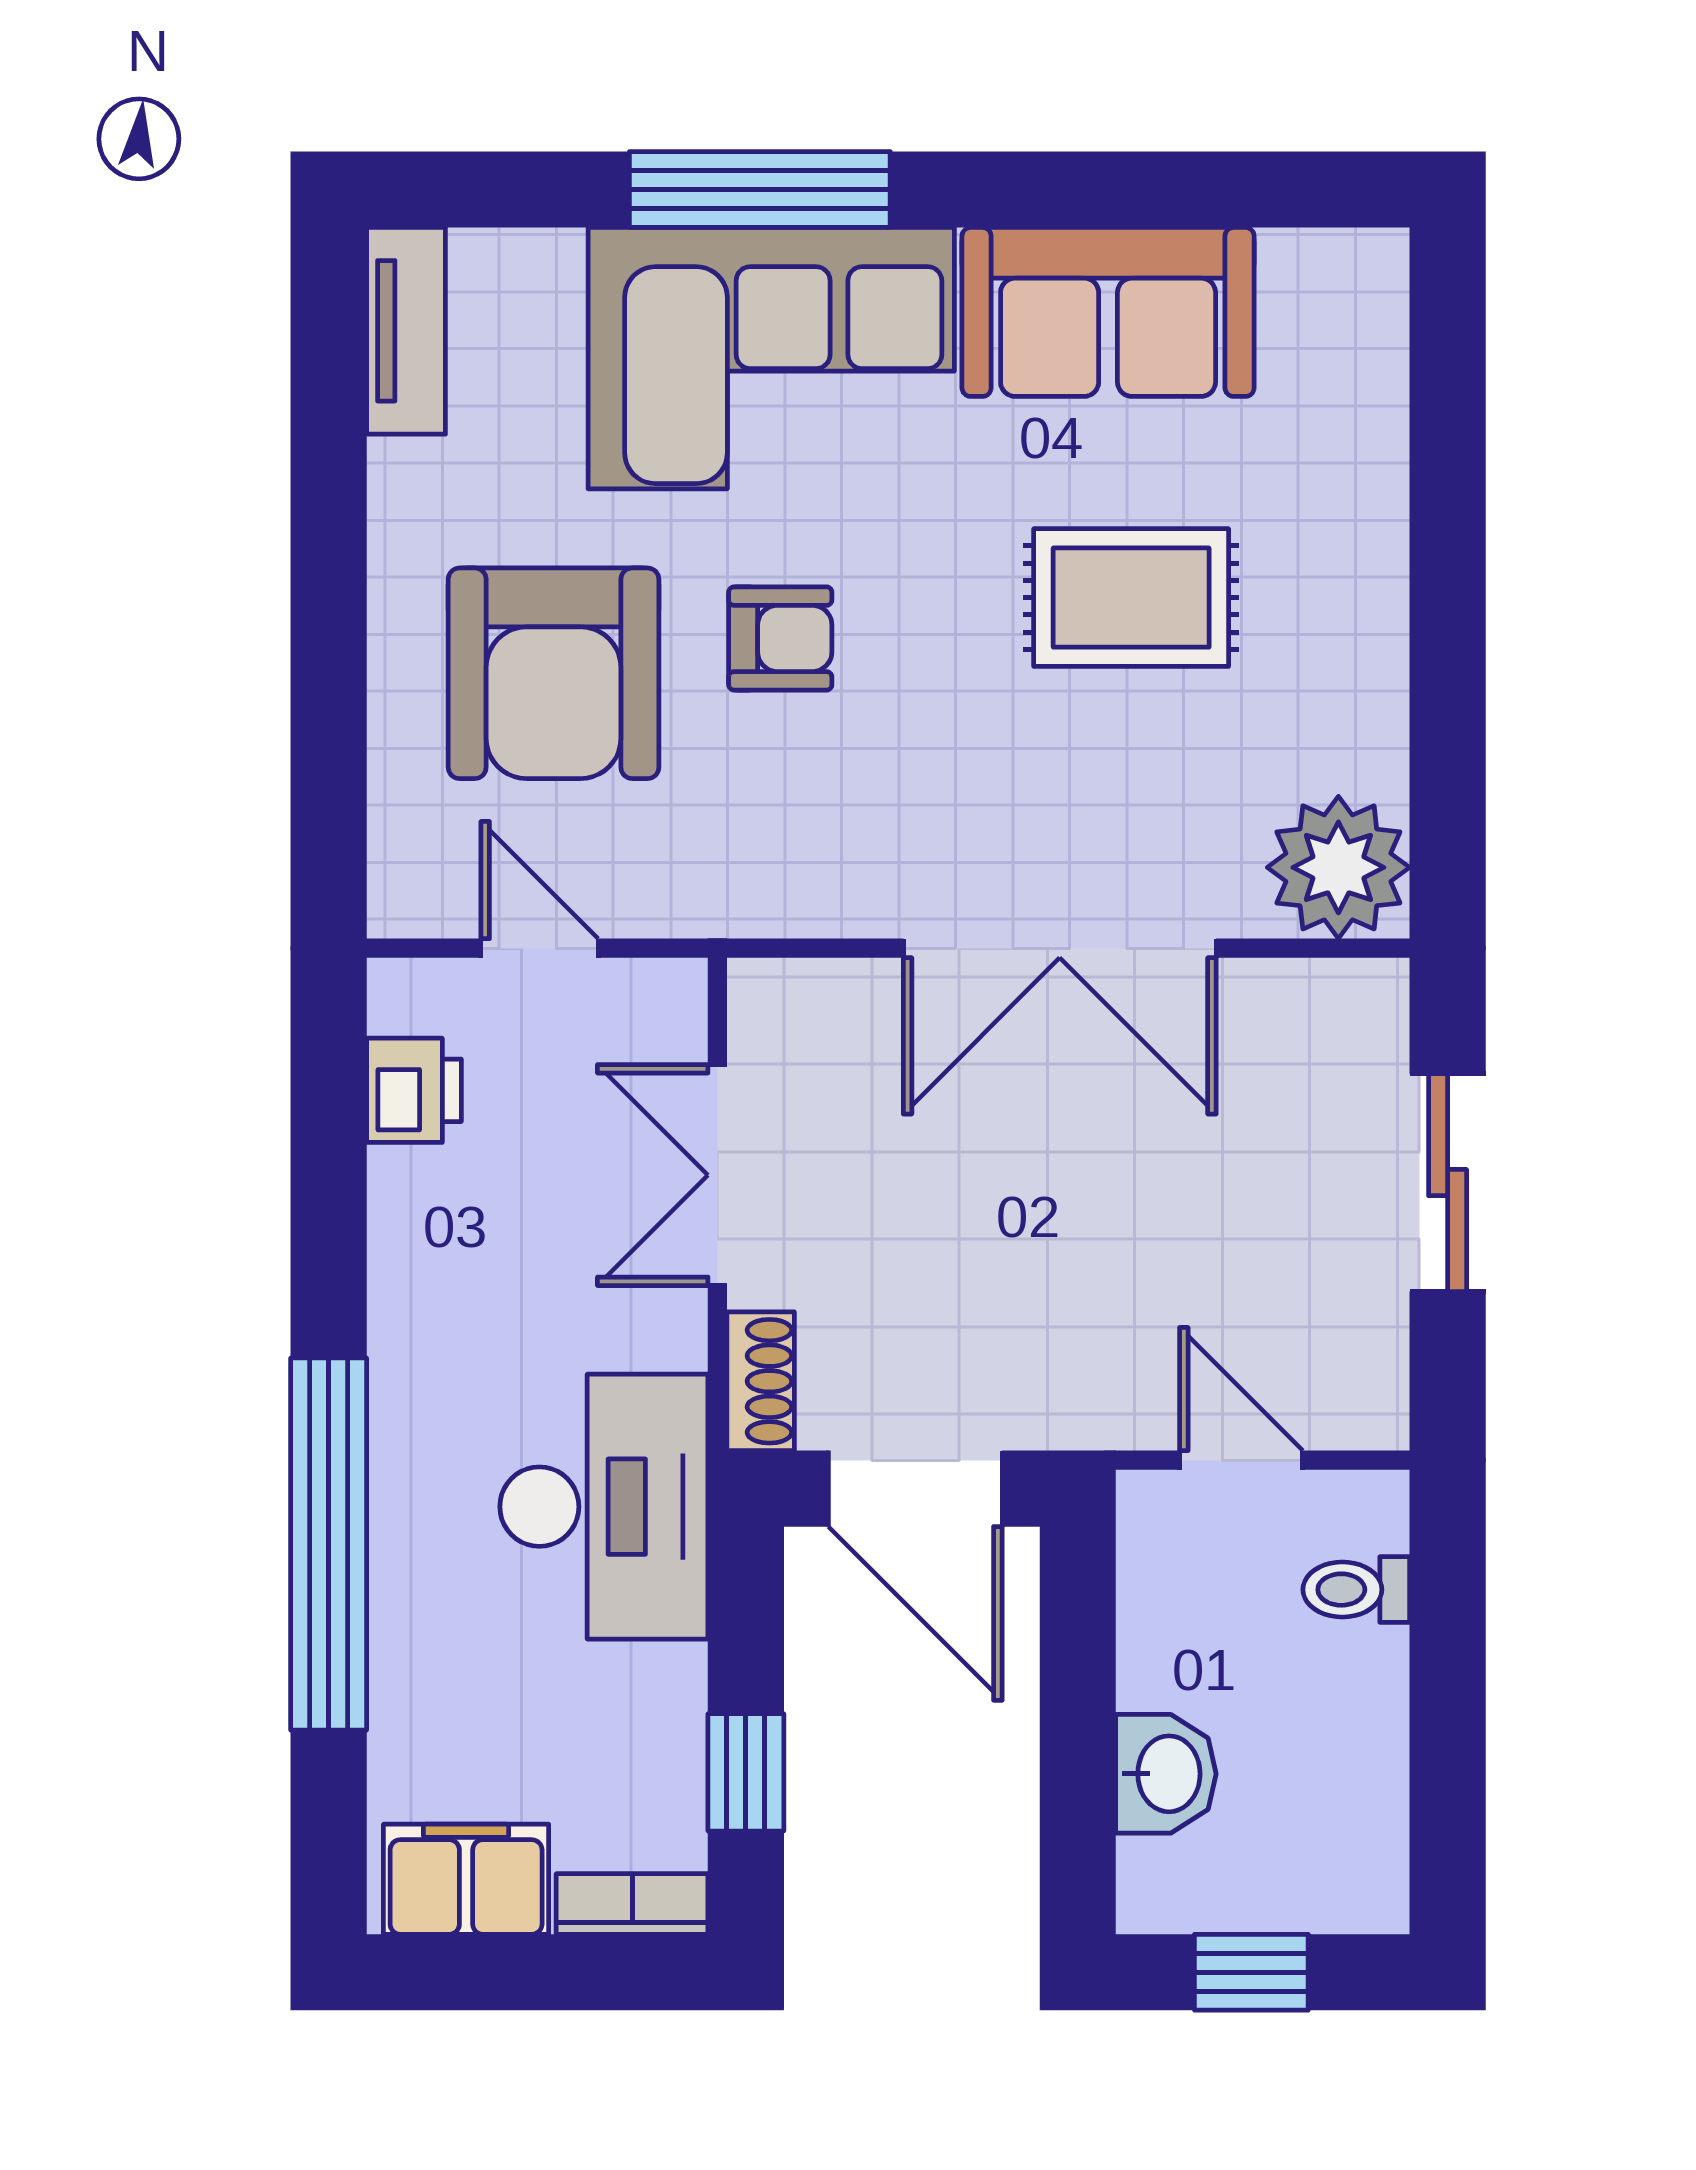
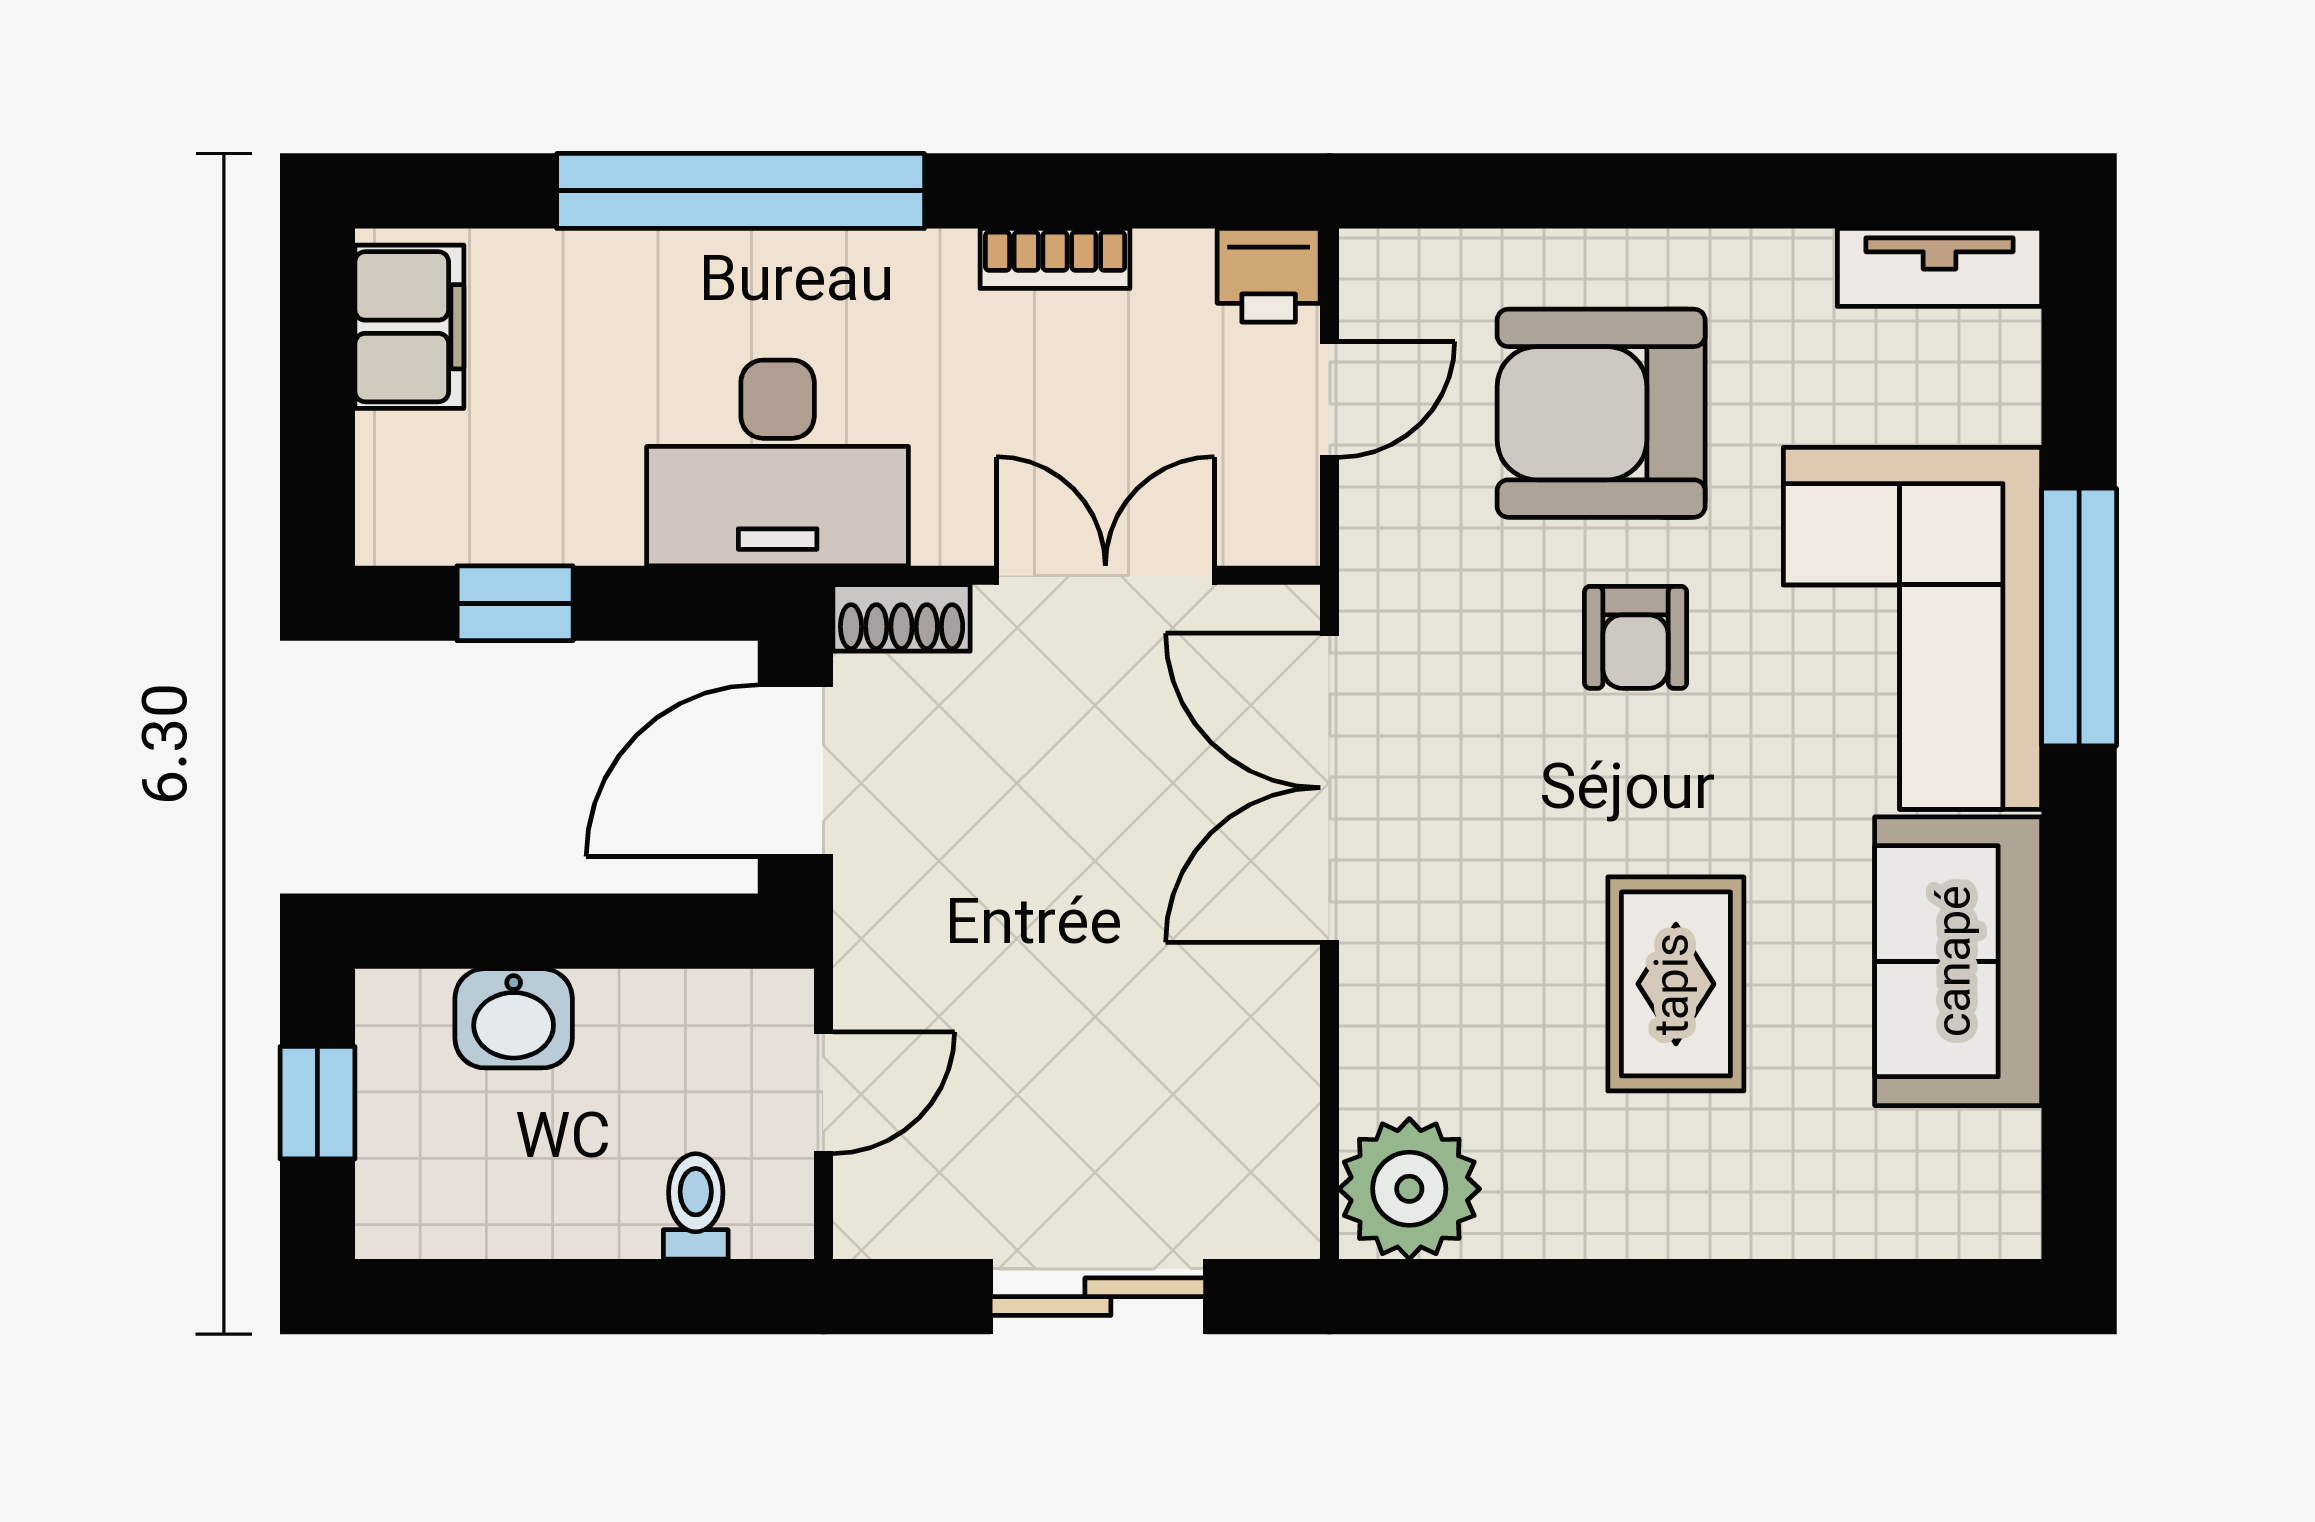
double door: (1060, 948) -> (1330, 788), moved
printer: (414, 1090) -> (1269, 275), moved
bookcase: (632, 1904) -> (1055, 258), moved, turned 90

